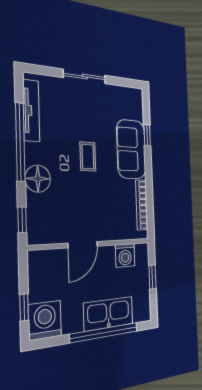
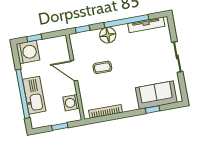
sofa: (131, 149) -> (156, 95), moved
coffee table: (88, 156) -> (102, 67), moved

